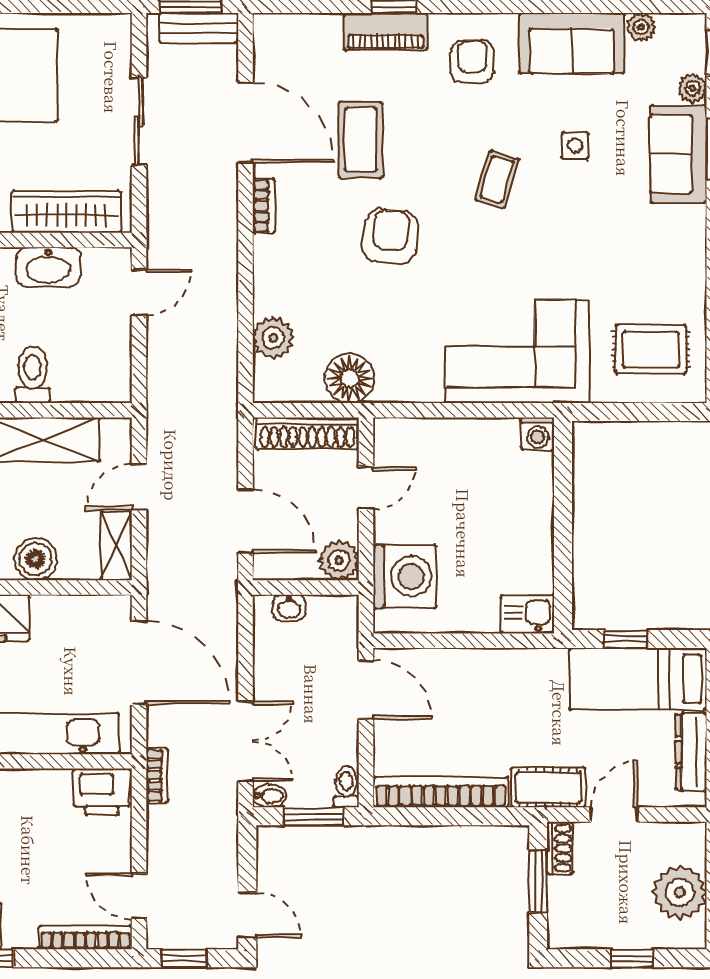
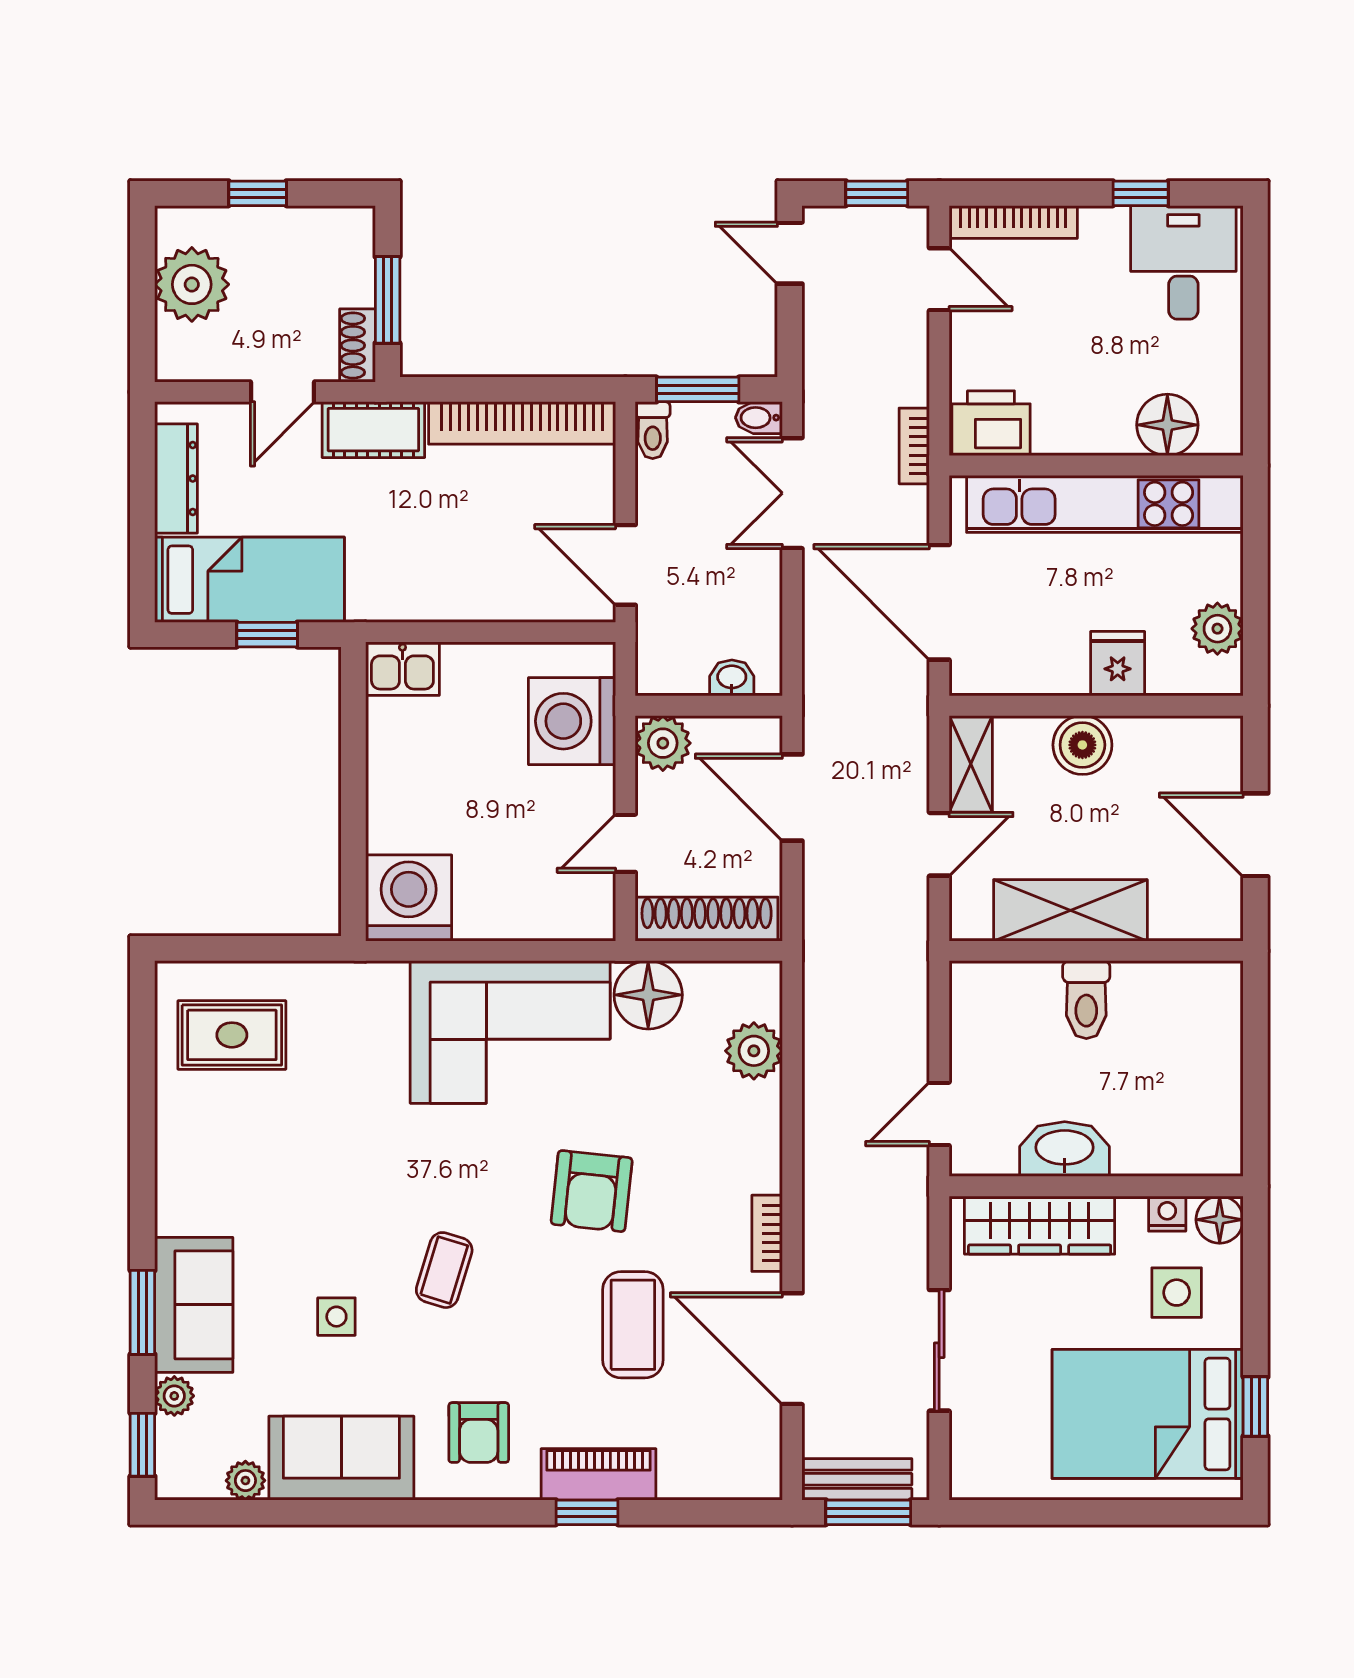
corner sofa: (517, 352) -> (510, 1032), moved
washing machine: (538, 434) -> (409, 898), width x1.89, depth x1.89

